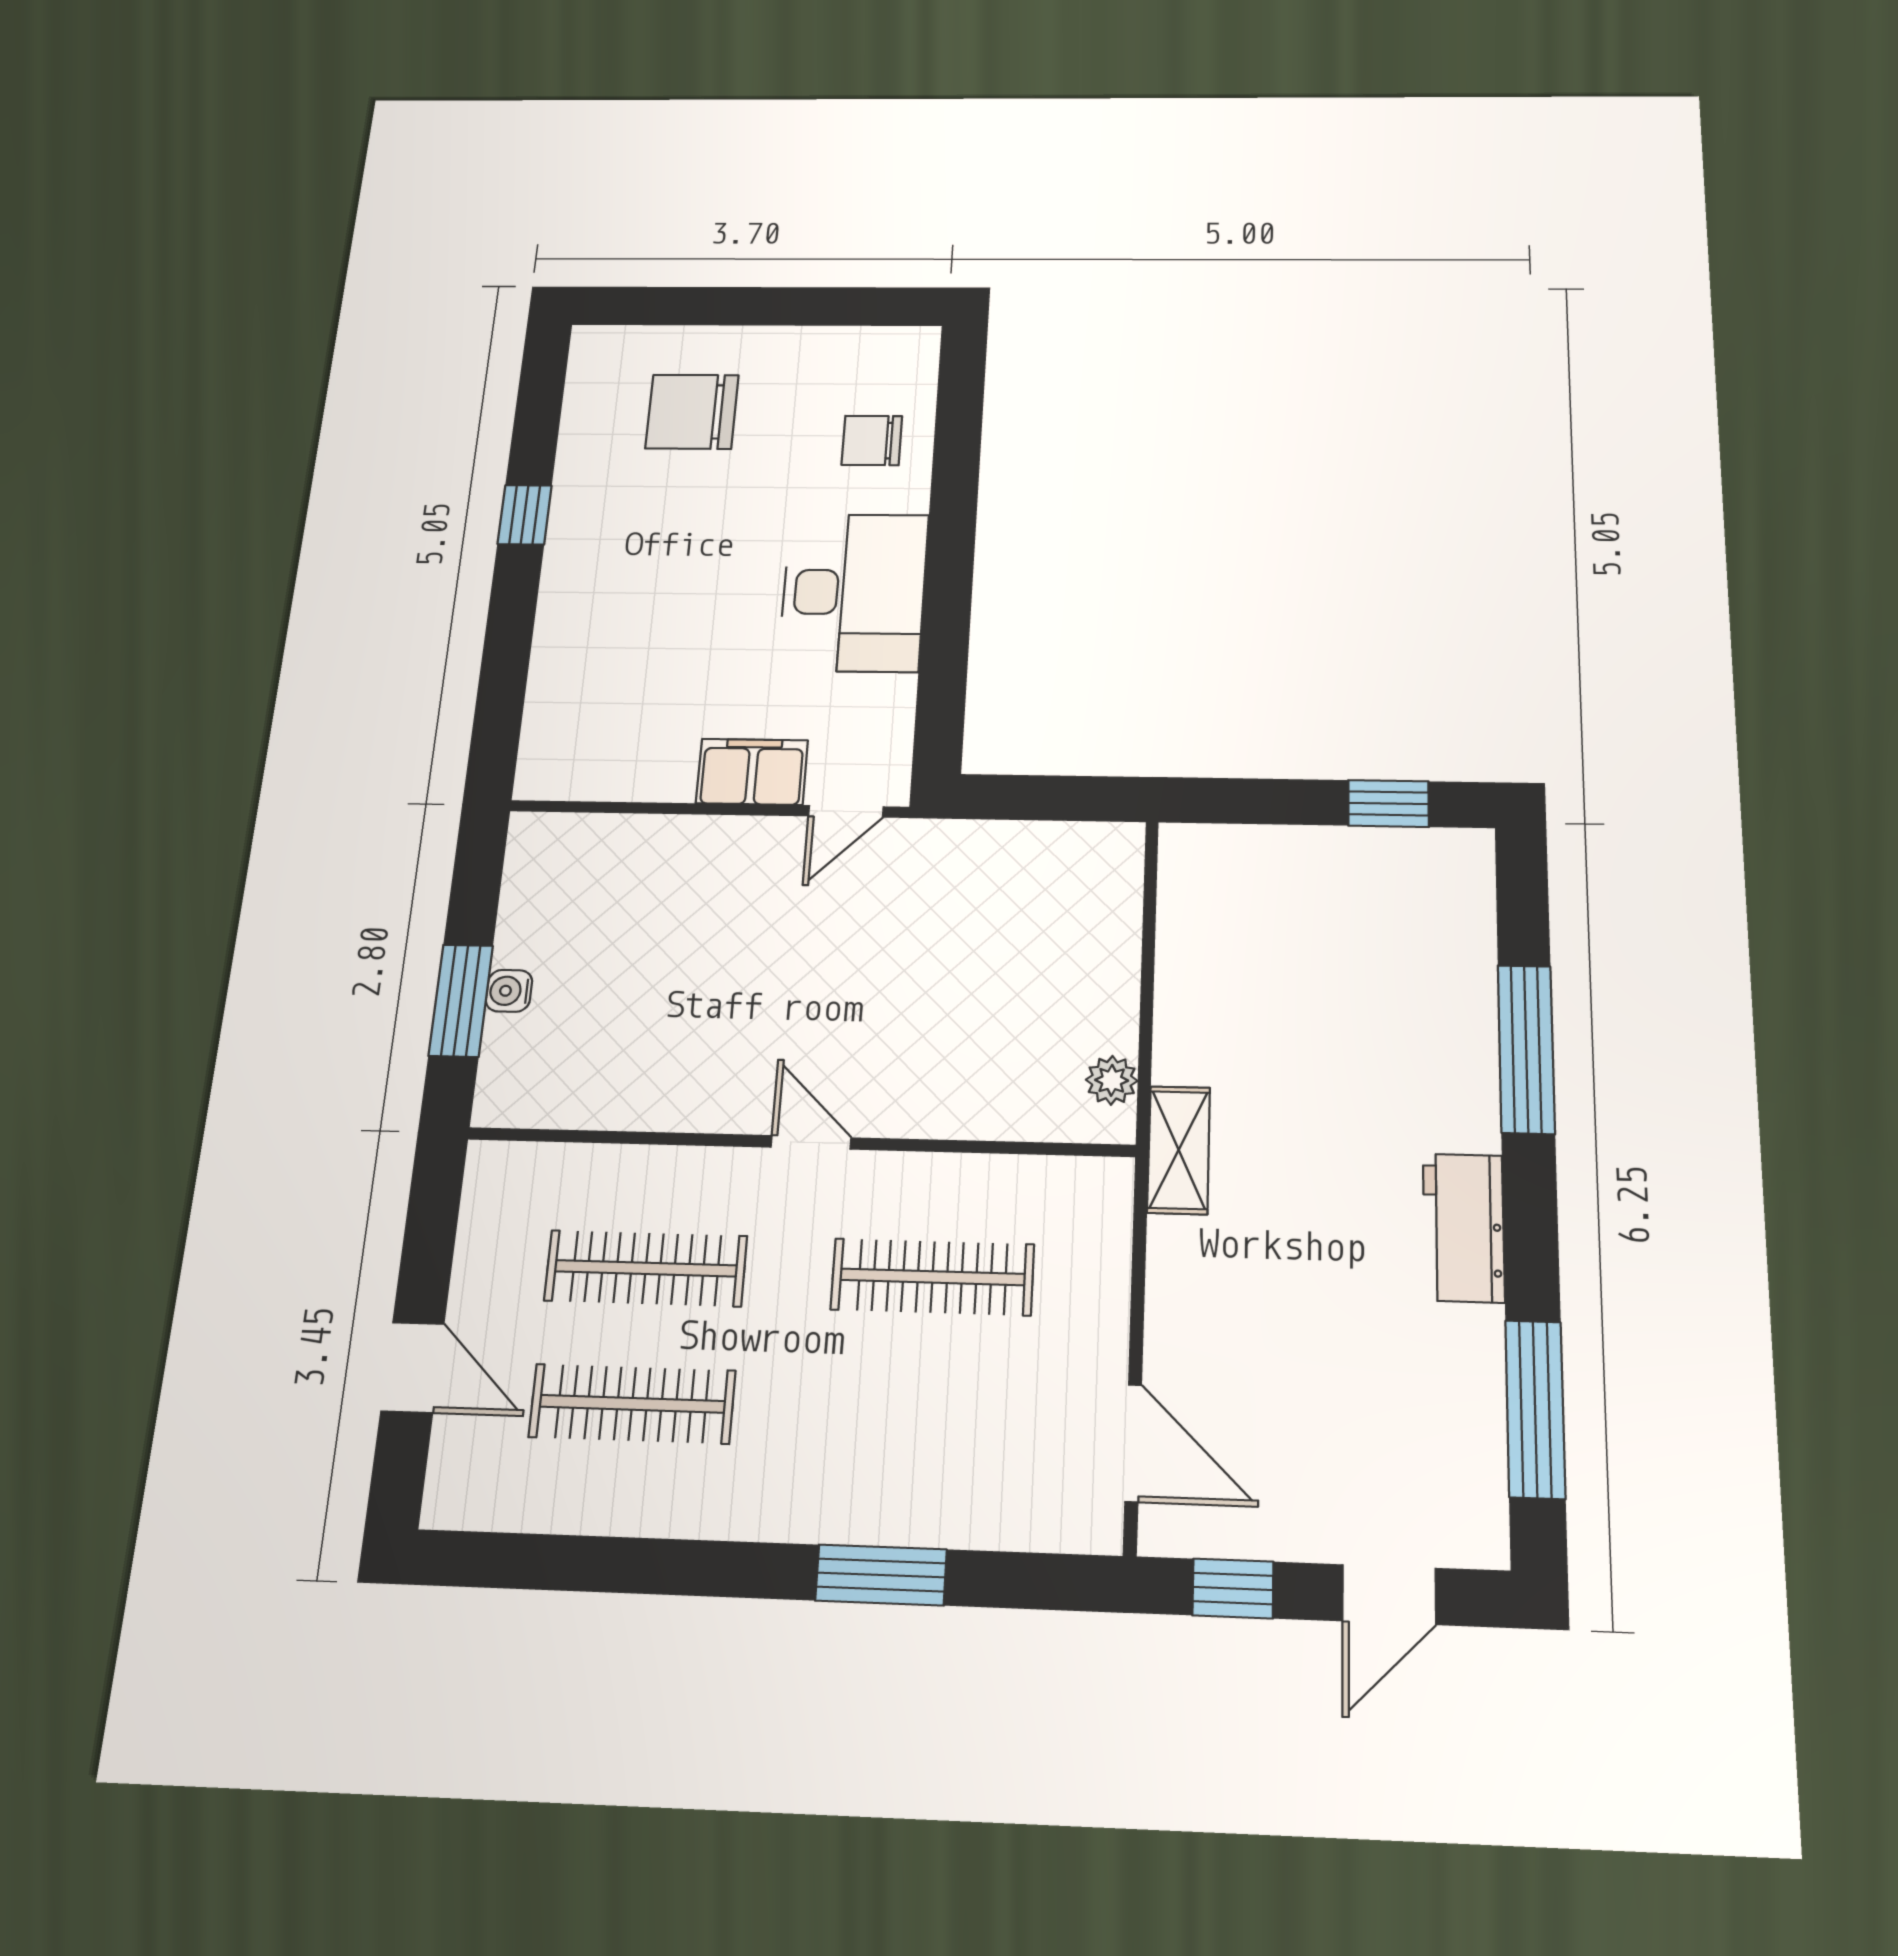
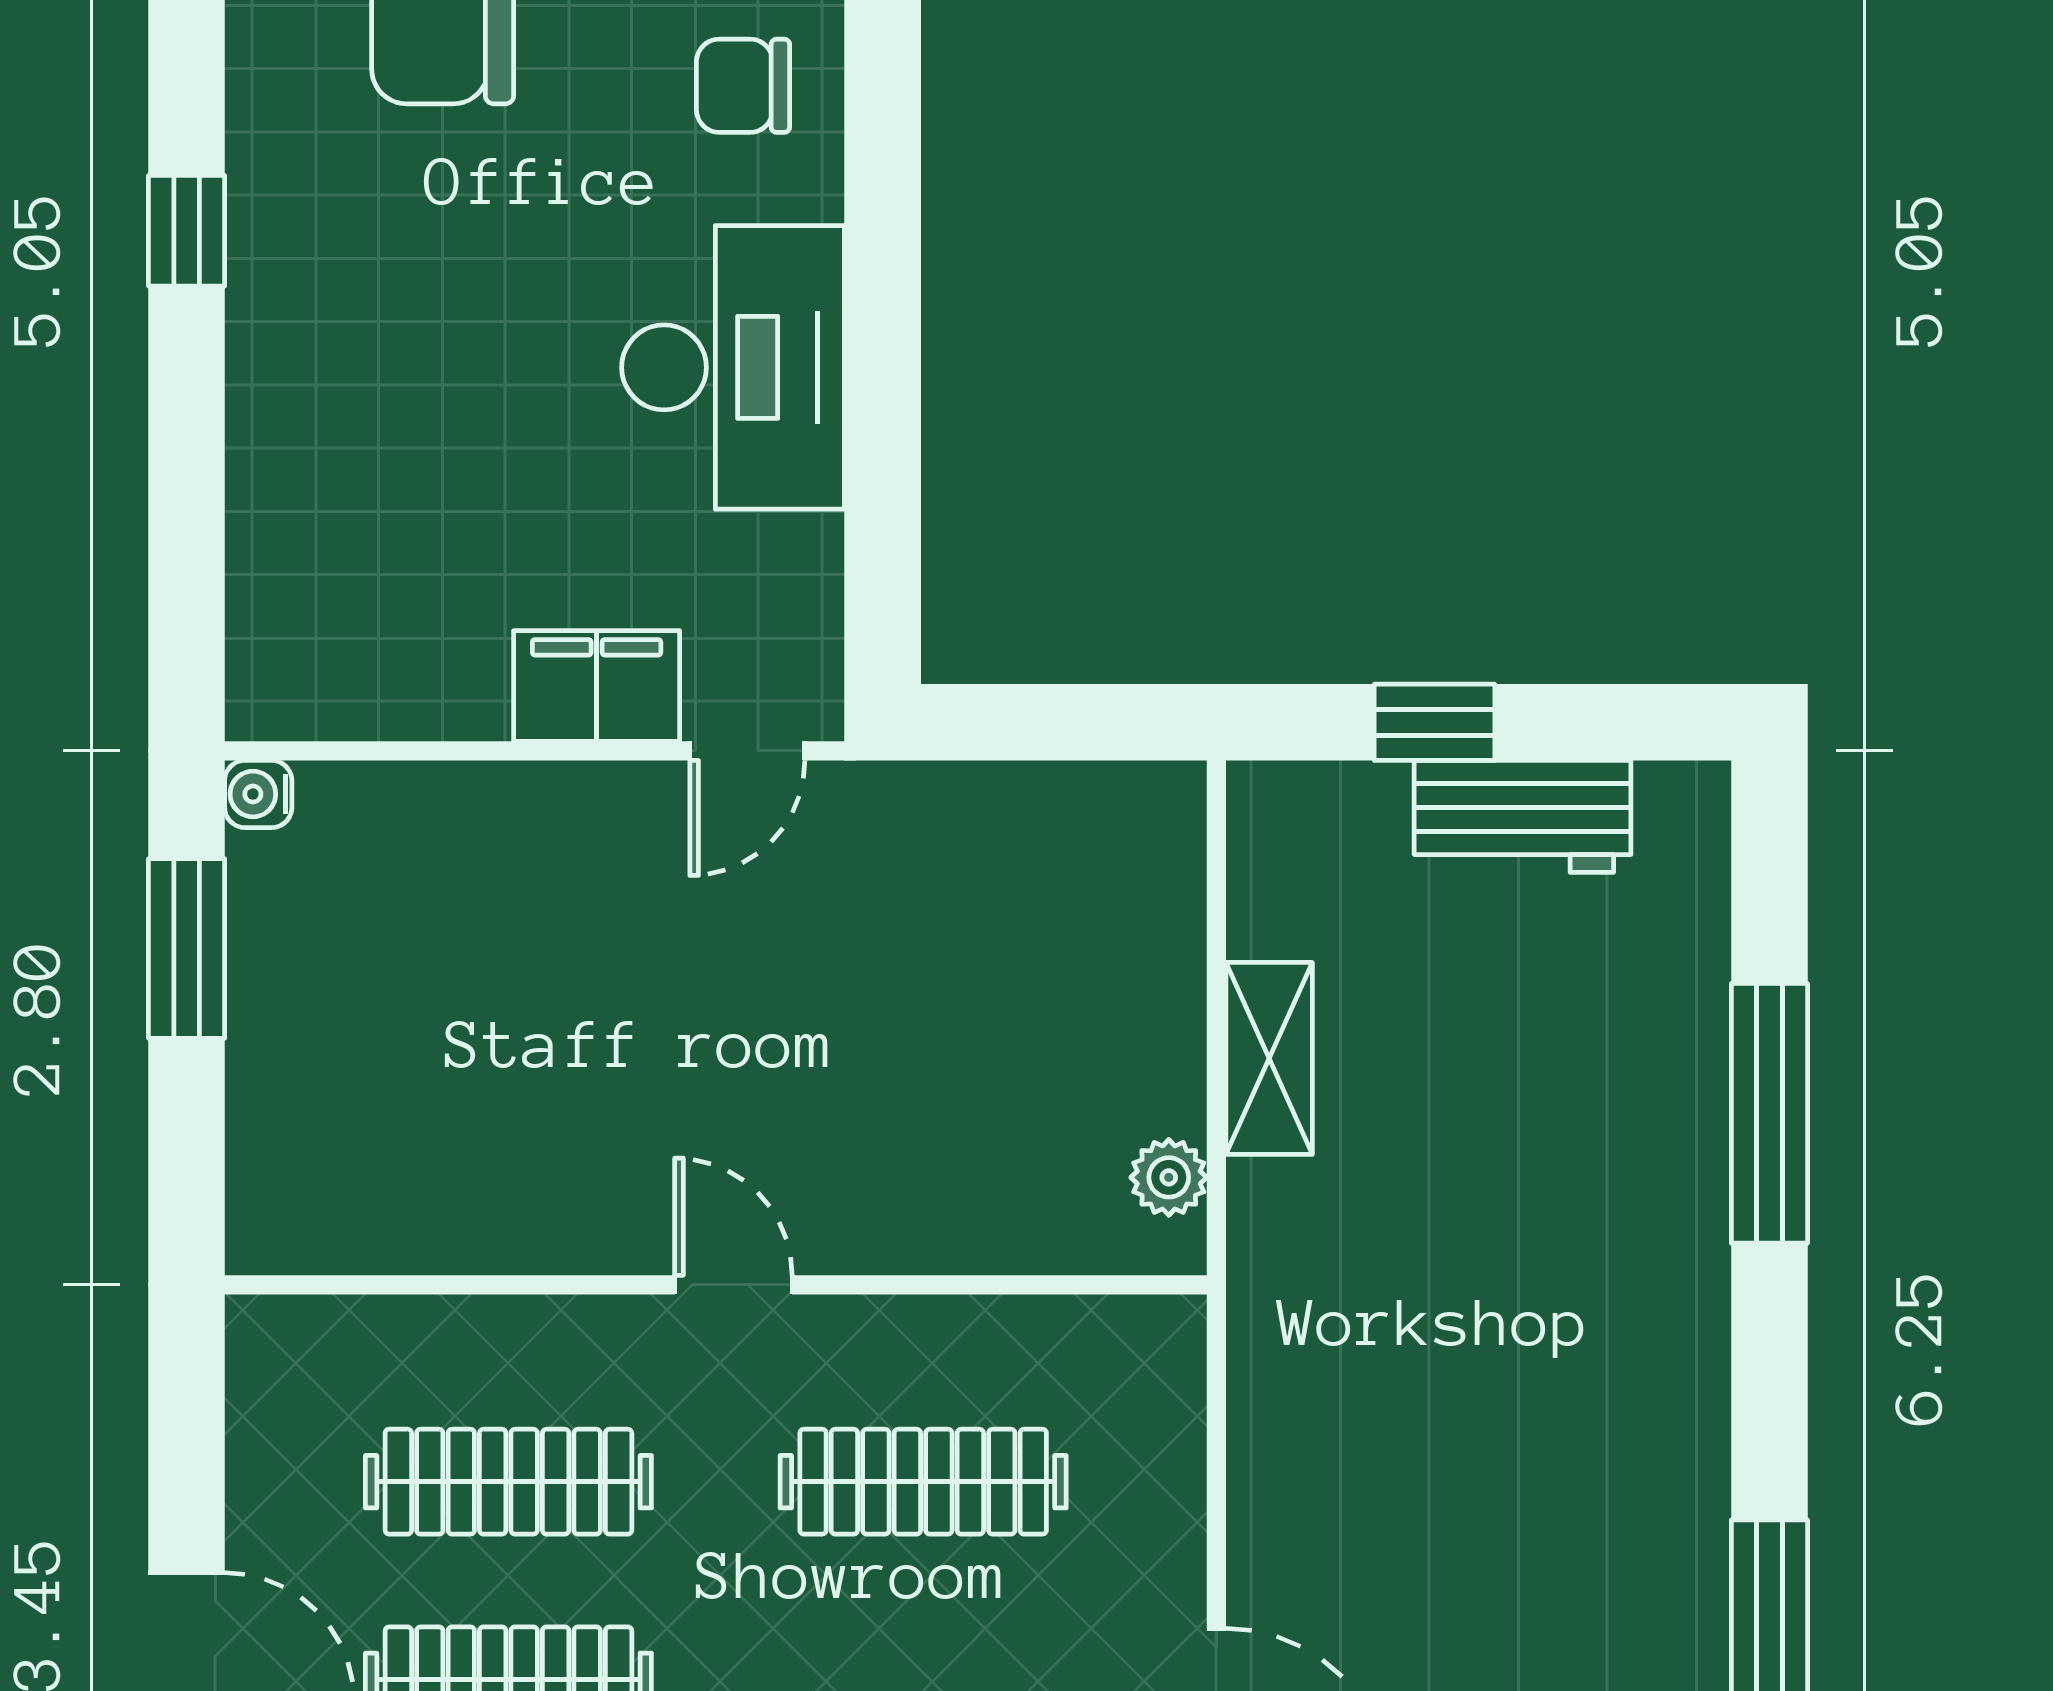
window: (1388, 803) -> (1435, 722), moved
water cooler: (509, 991) -> (258, 794), moved
window: (461, 1000) -> (187, 949), moved
shelving: (1179, 1150) -> (1269, 1058), moved
workbench: (1464, 1228) -> (1523, 816), moved, turned -90

